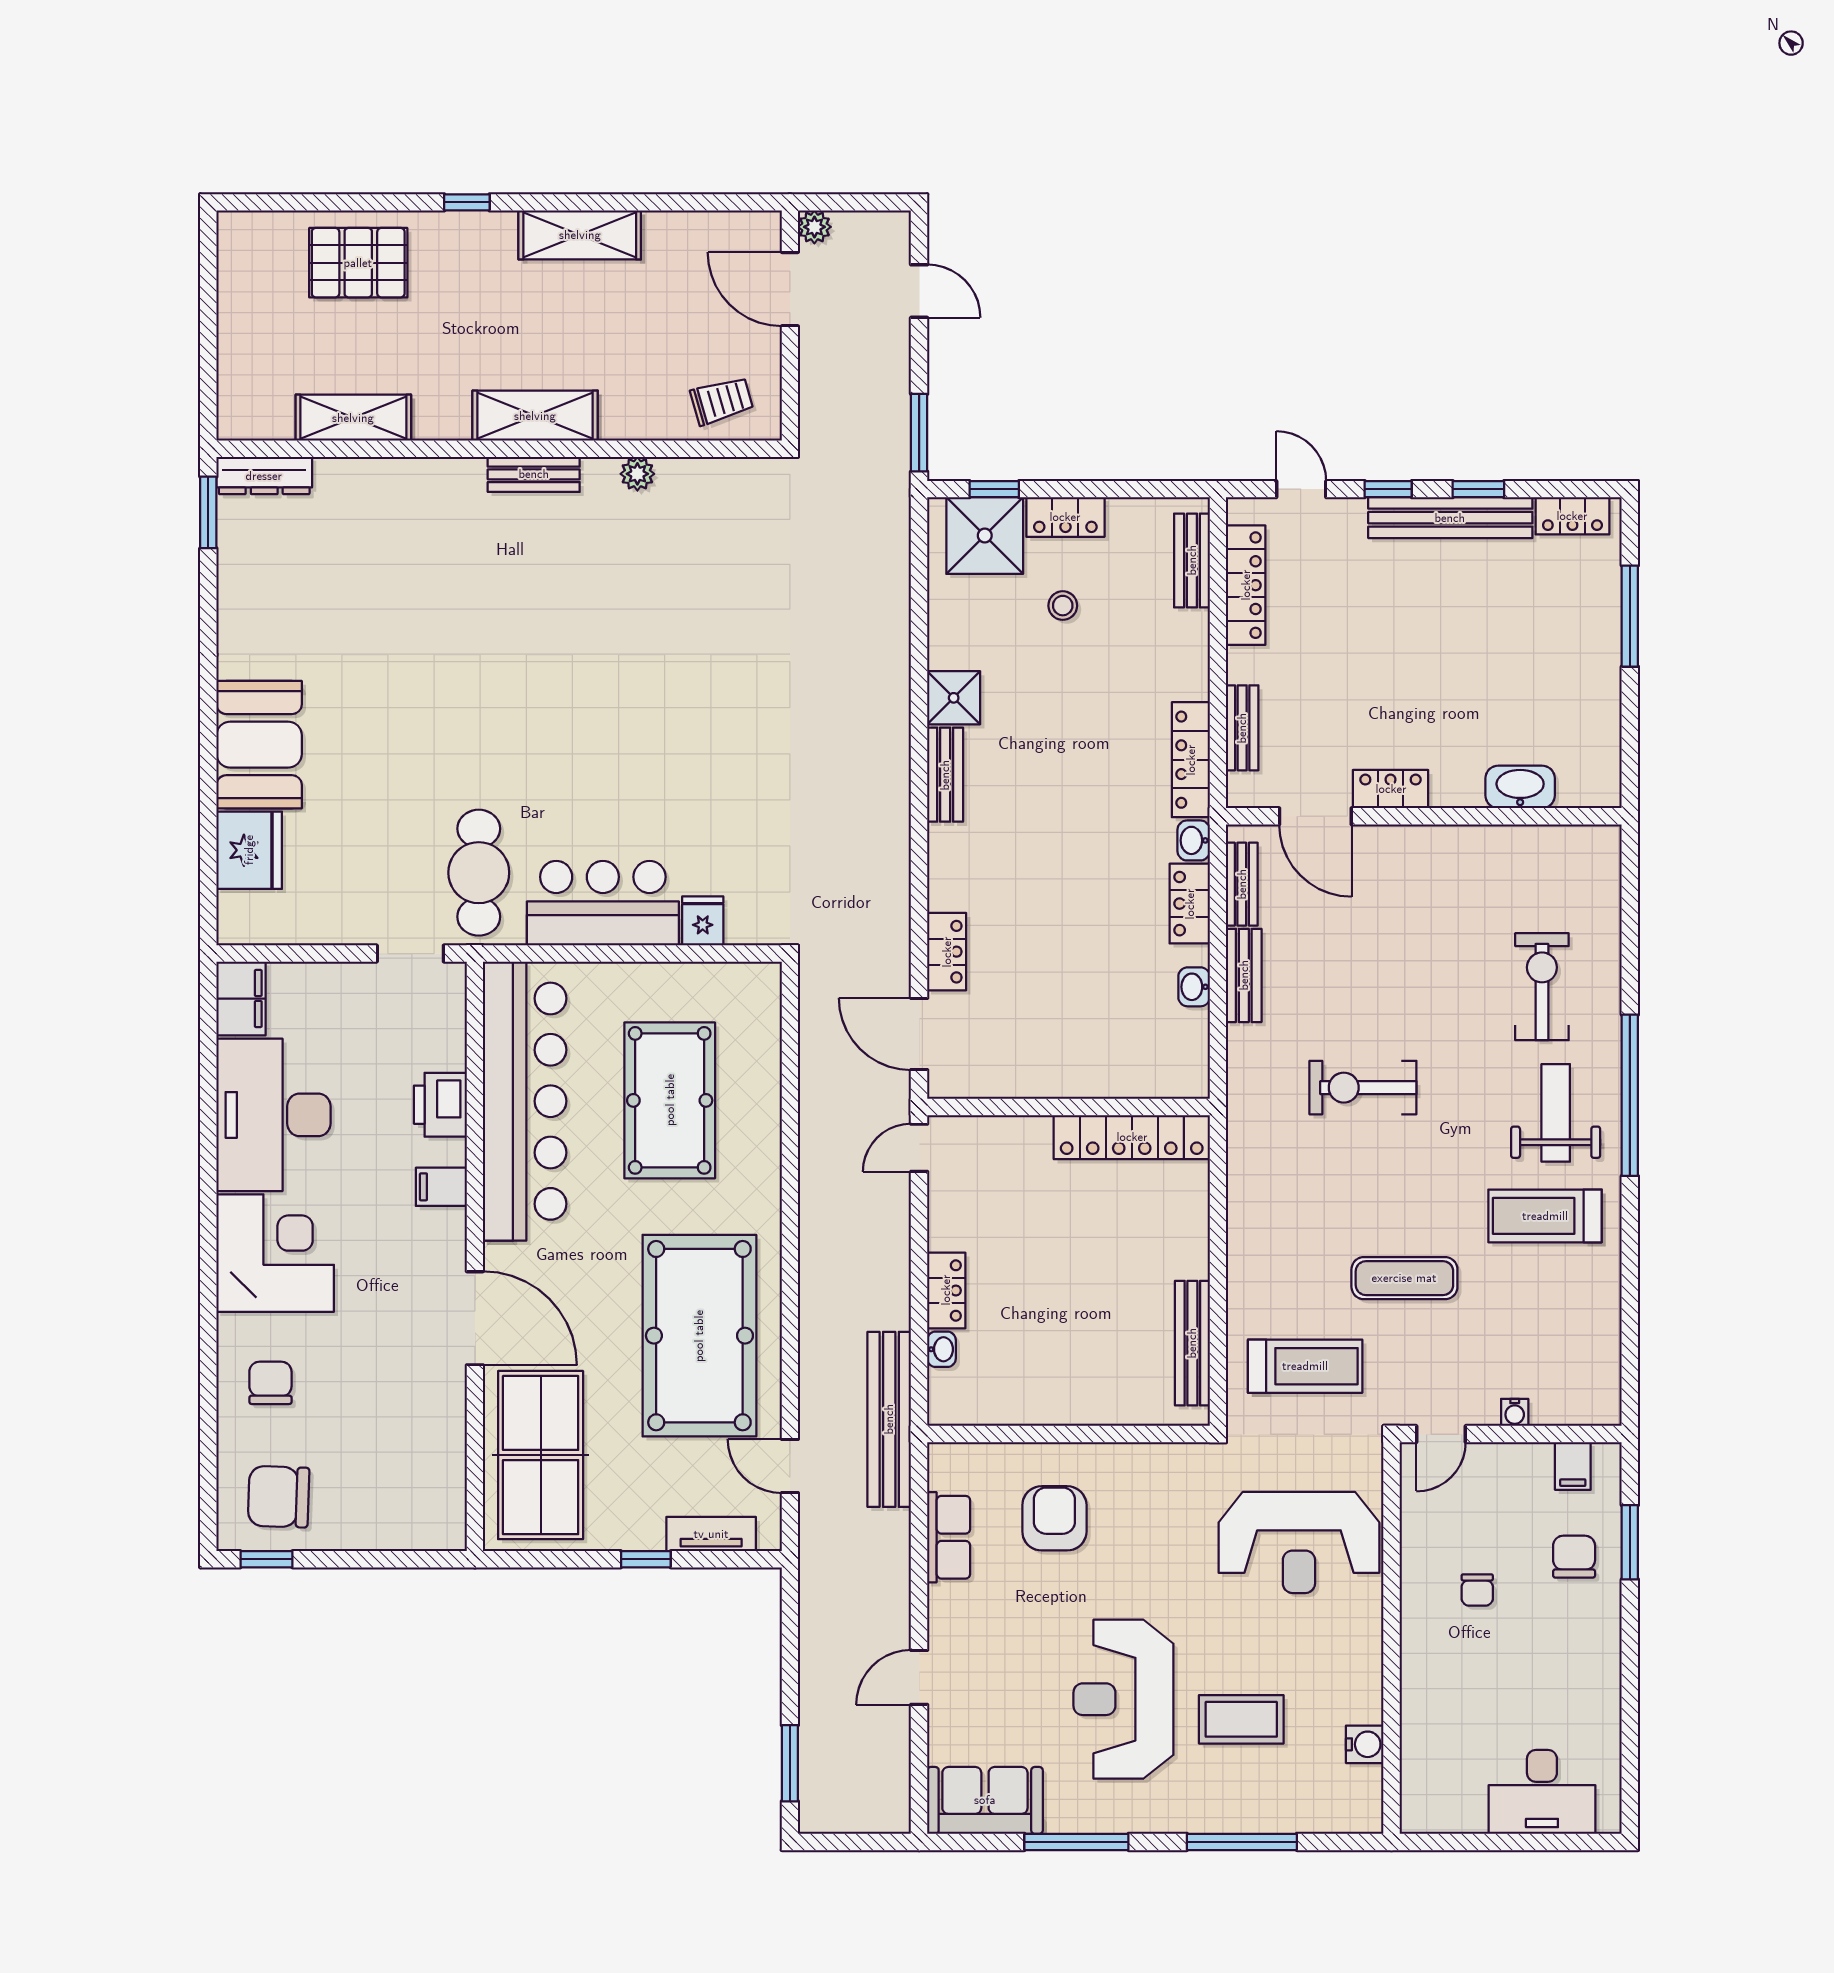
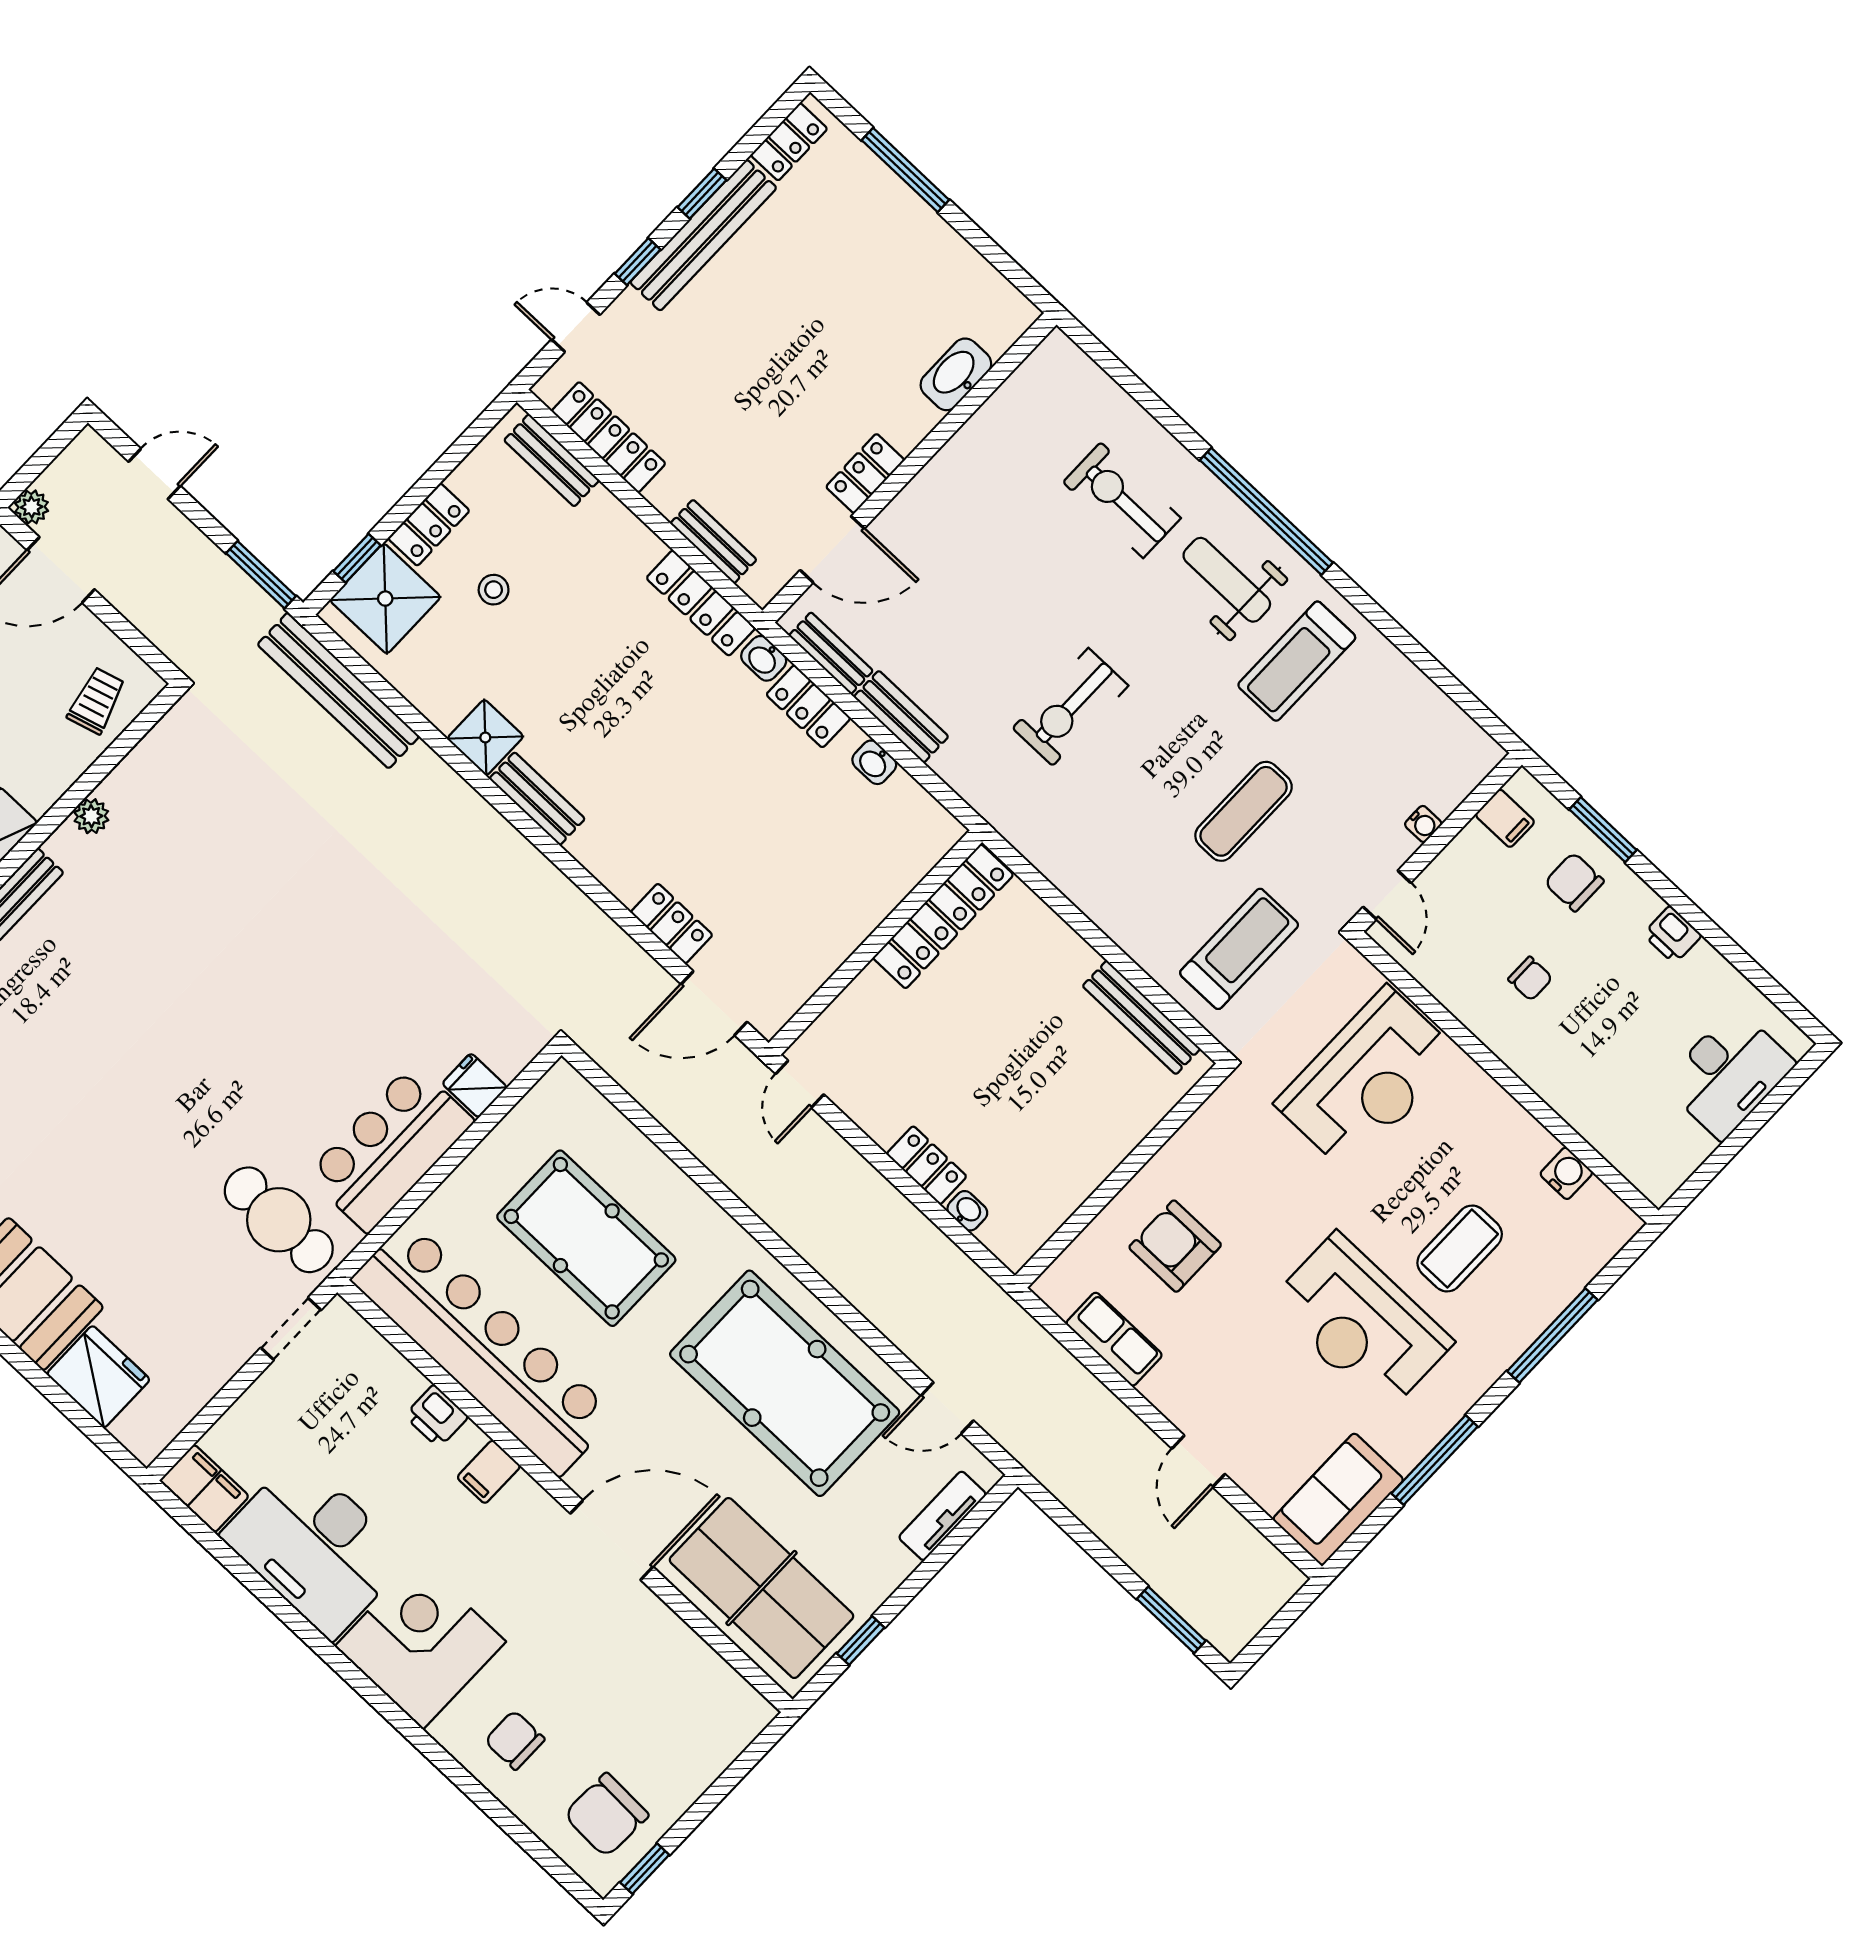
printer: (440, 1105) -> (436, 1416), width x0.73, depth x0.81
bench: (889, 1419) -> (338, 690), moved
window: (646, 1559) -> (861, 1640), moved
printer: (1602, 1660) -> (1672, 935), added

